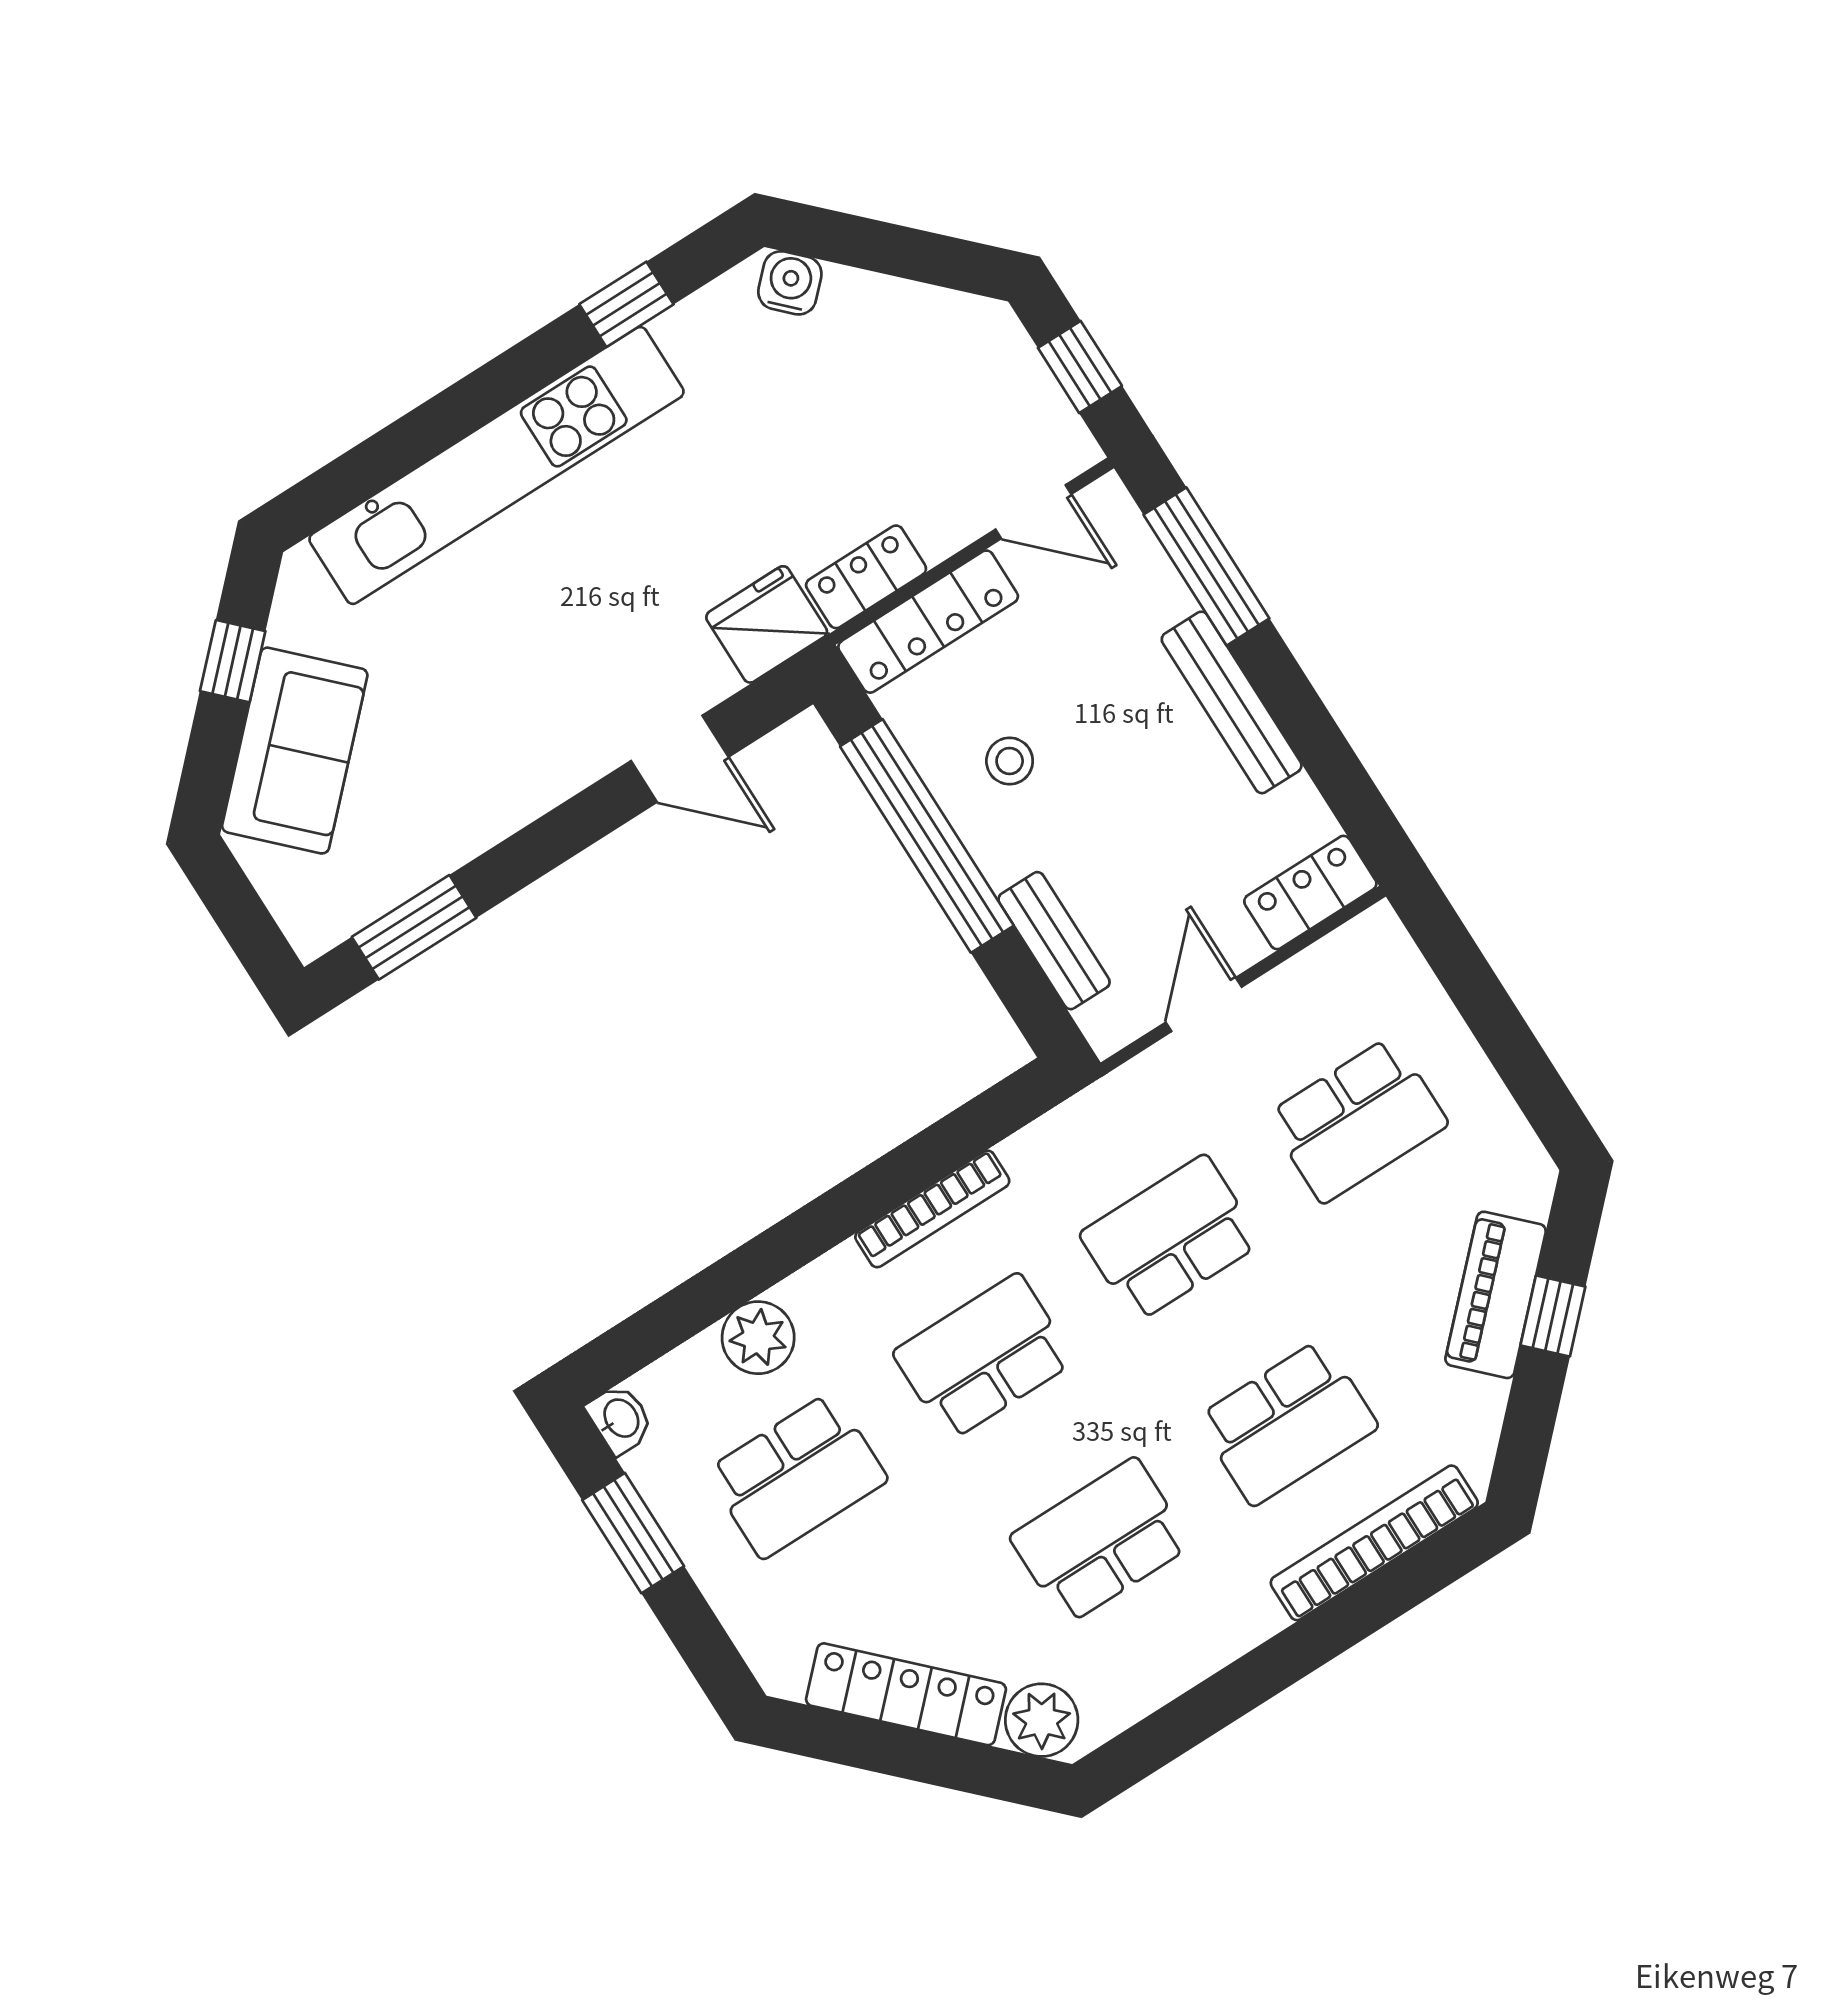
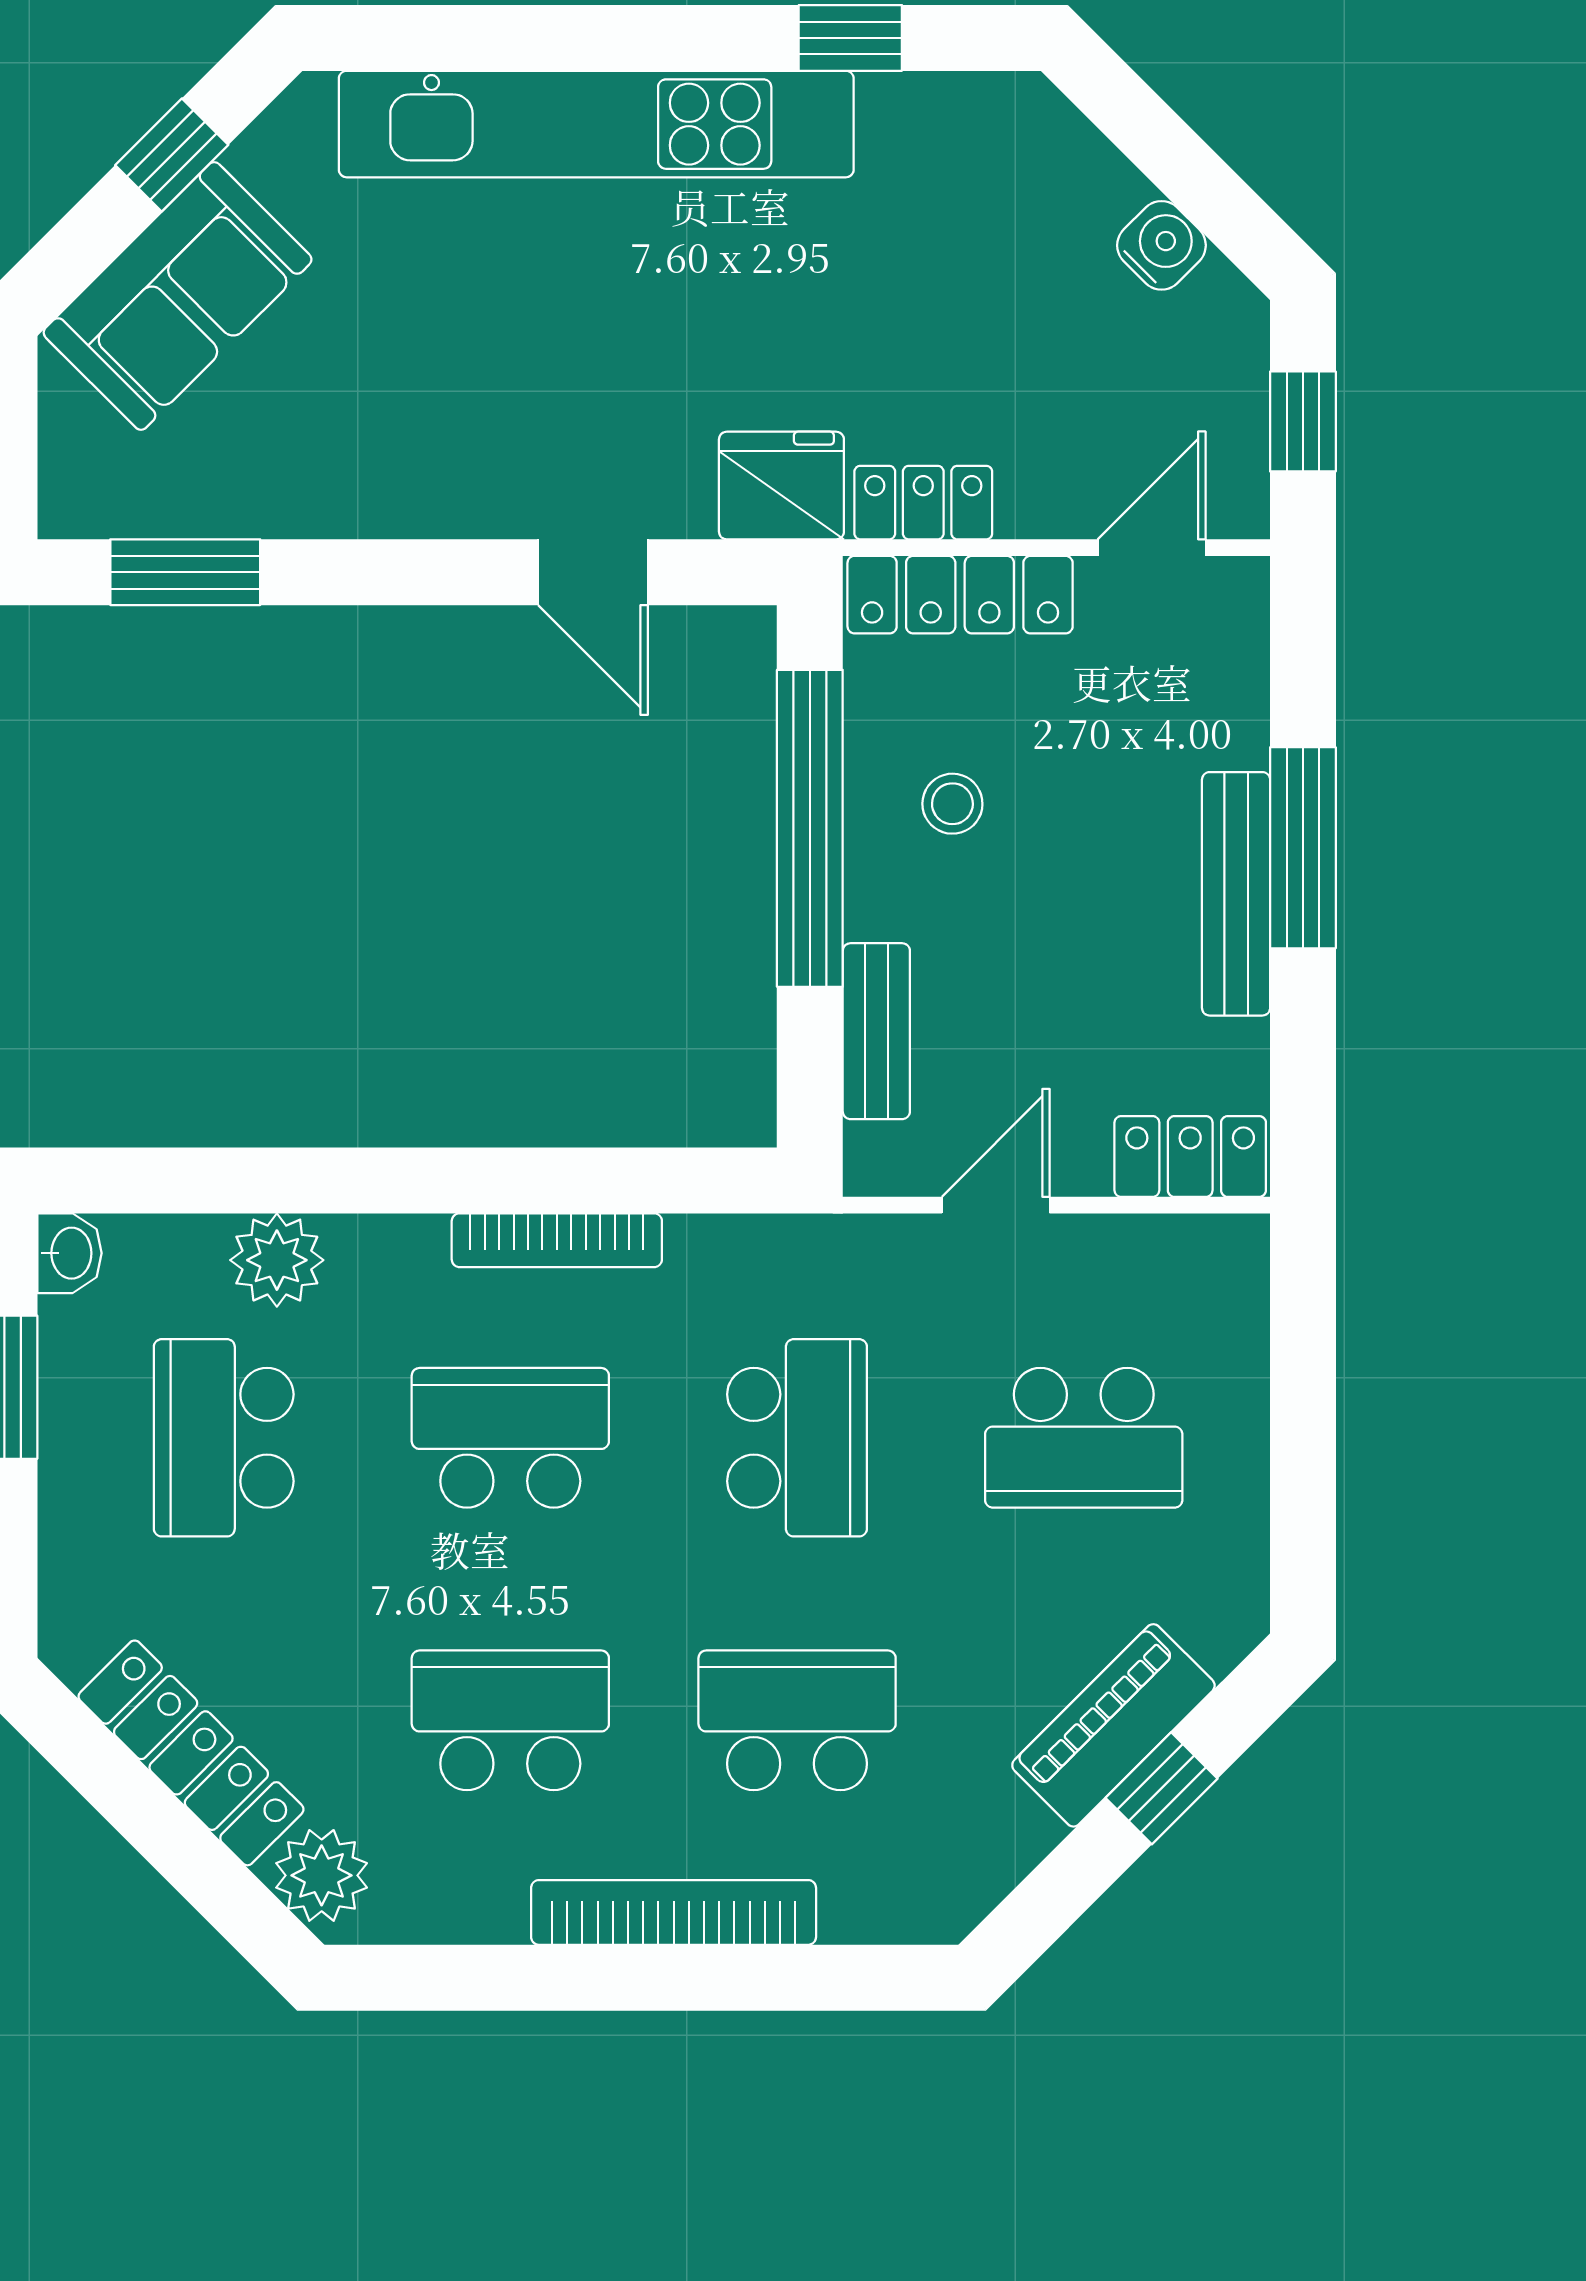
water cooler: (790, 283) -> (1161, 245), moved
door: (1033, 512) -> (1152, 548), swing flipped
window: (1206, 566) -> (1303, 848), moved
school desk: (1170, 1238) -> (797, 1438), turned 90
school desk: (1287, 1422) -> (797, 1720), turned 180
school desk: (797, 1475) -> (224, 1438), turned 90
bookcase: (1374, 1543) -> (674, 1912), moved

